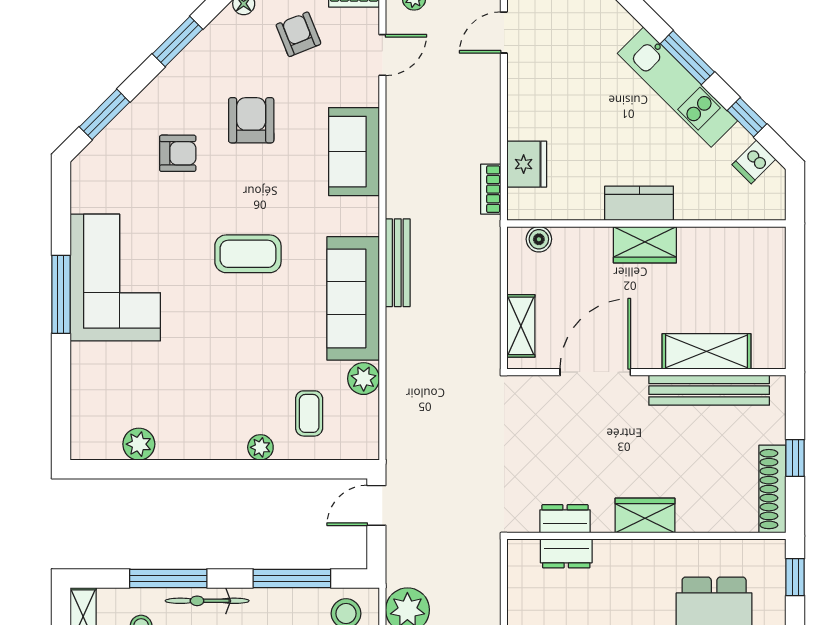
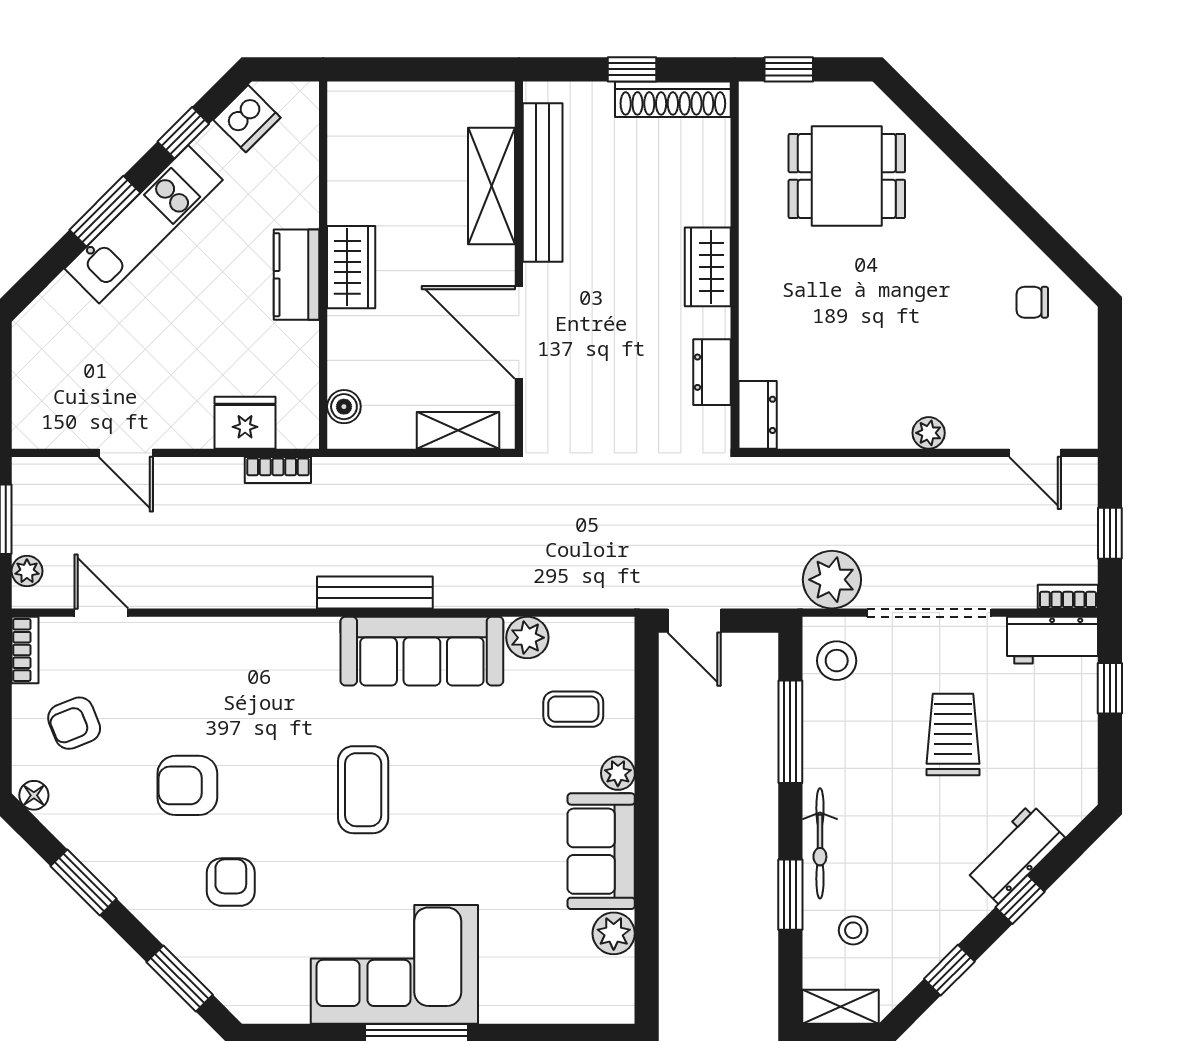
door: (504, 33) -> (126, 453), moved
sofa: (354, 152) -> (601, 851), moved, turned 90
dishwasher: (754, 162) -> (247, 119), width x1.38
dresser: (566, 553) -> (758, 415), moved
window: (168, 578) -> (790, 895), width x0.69

